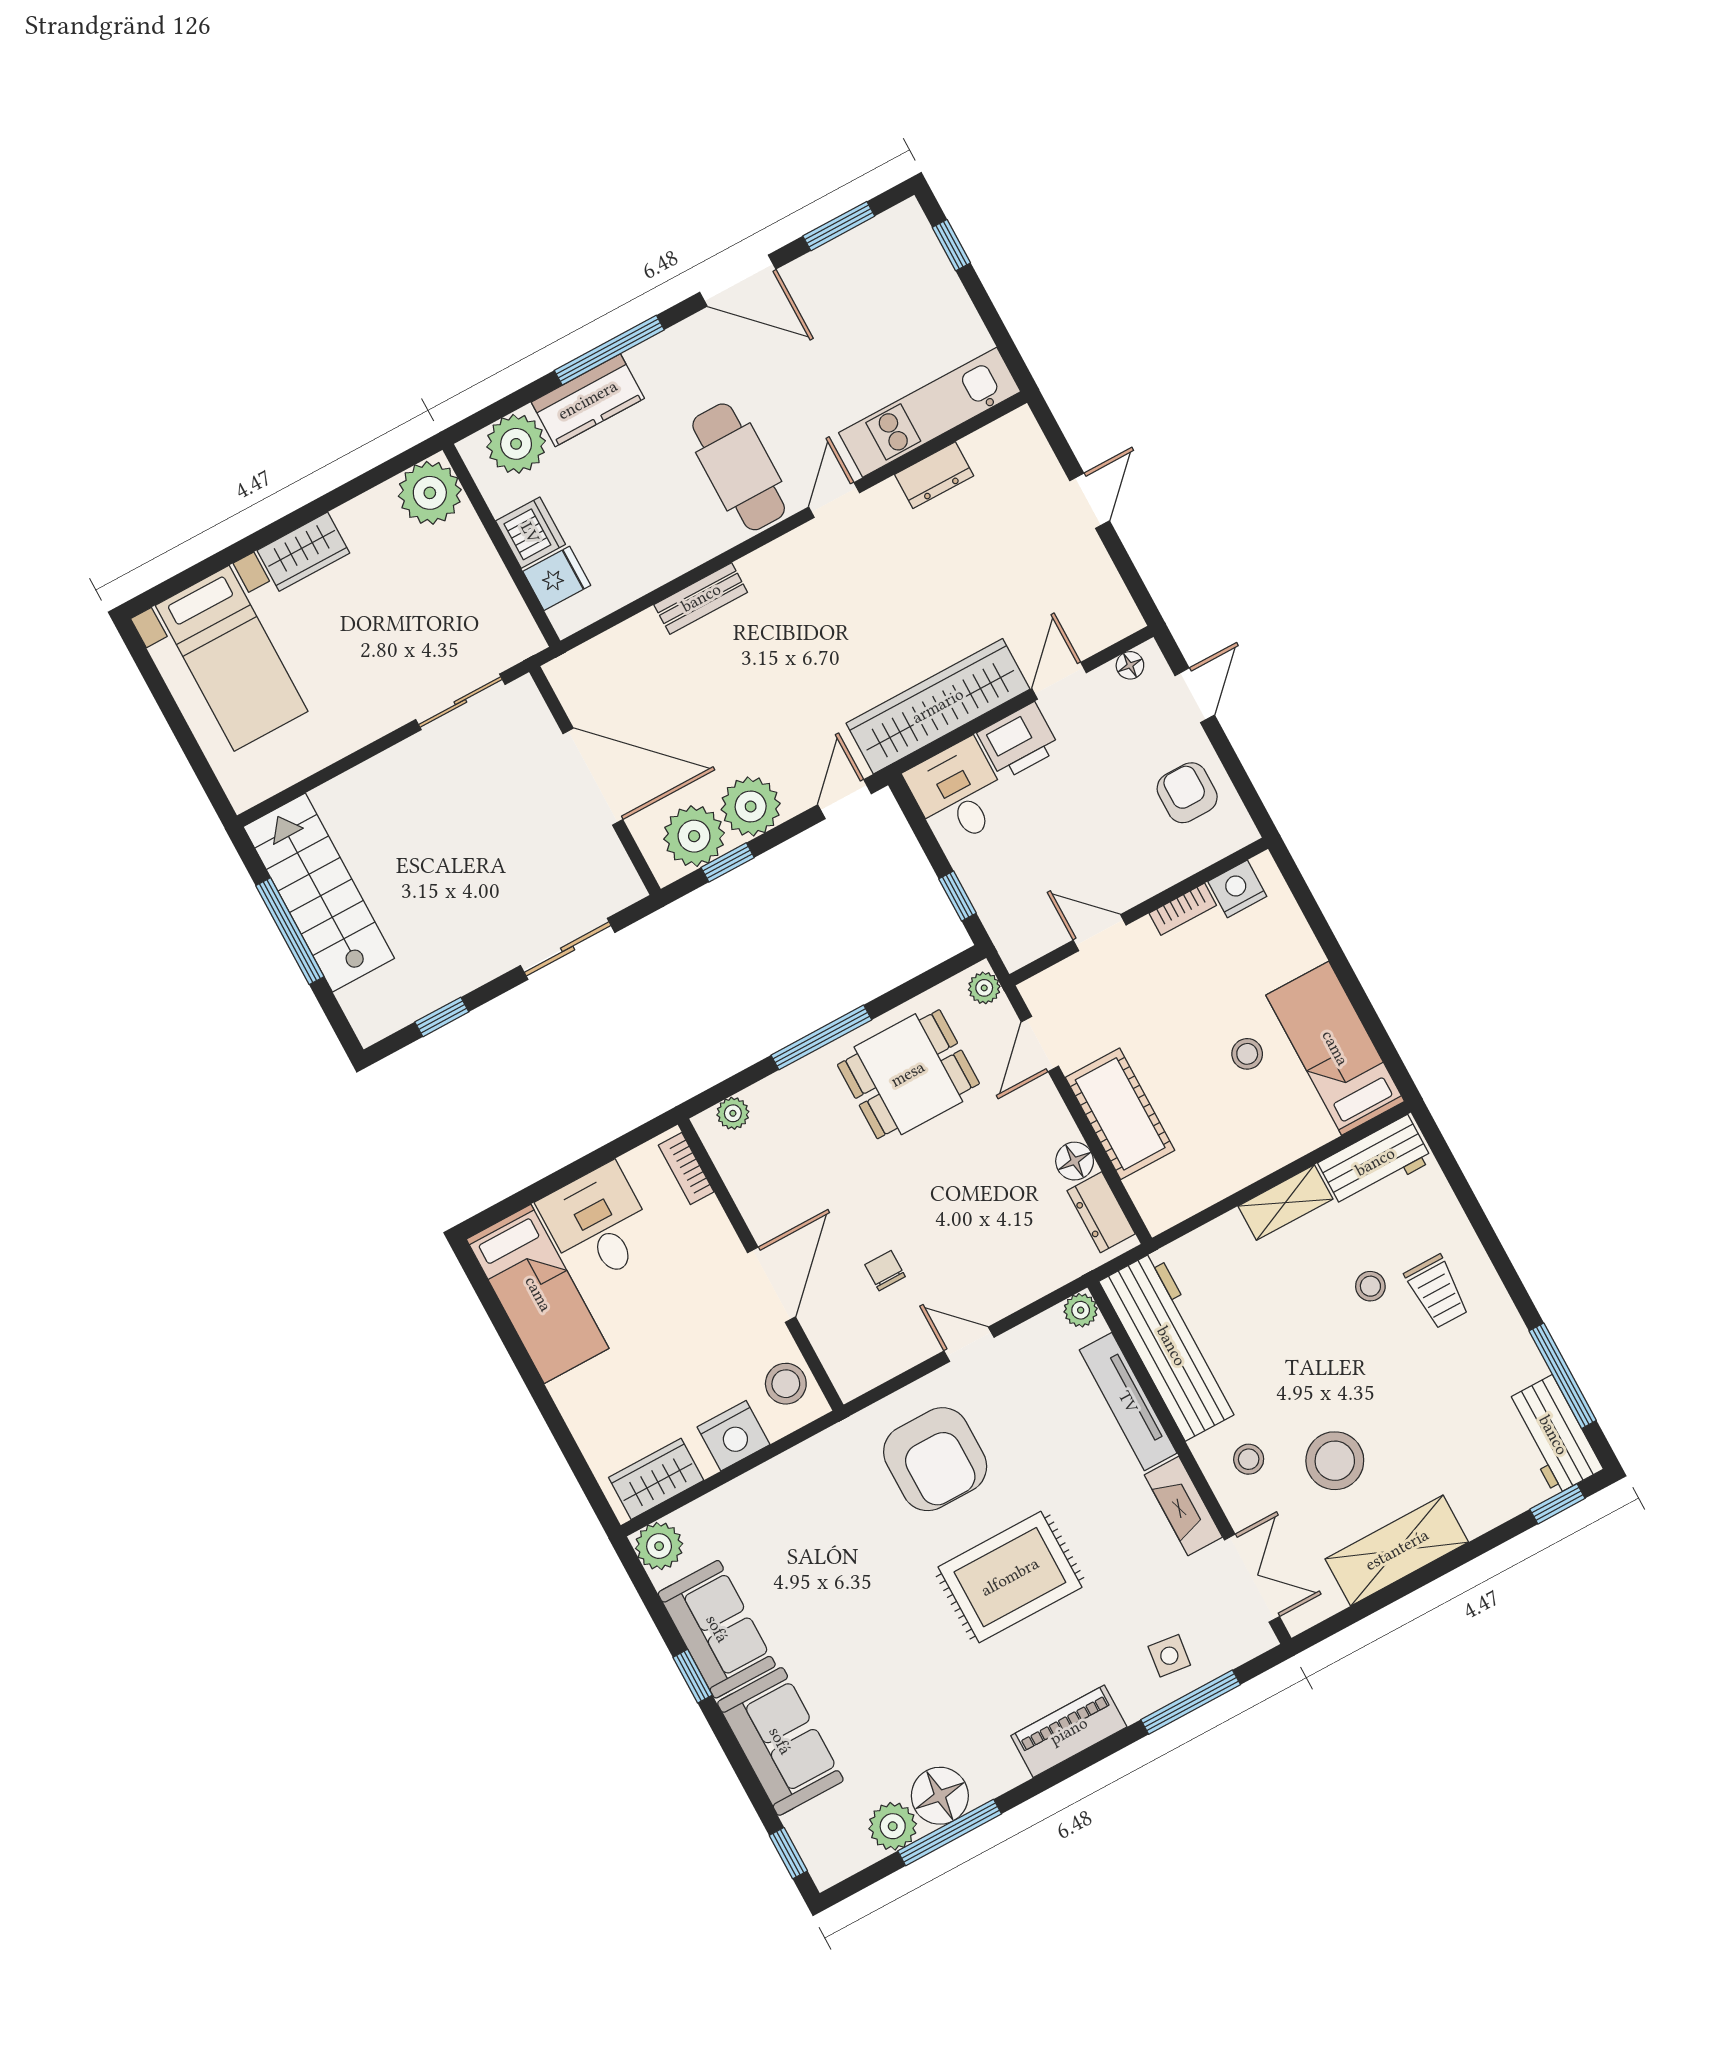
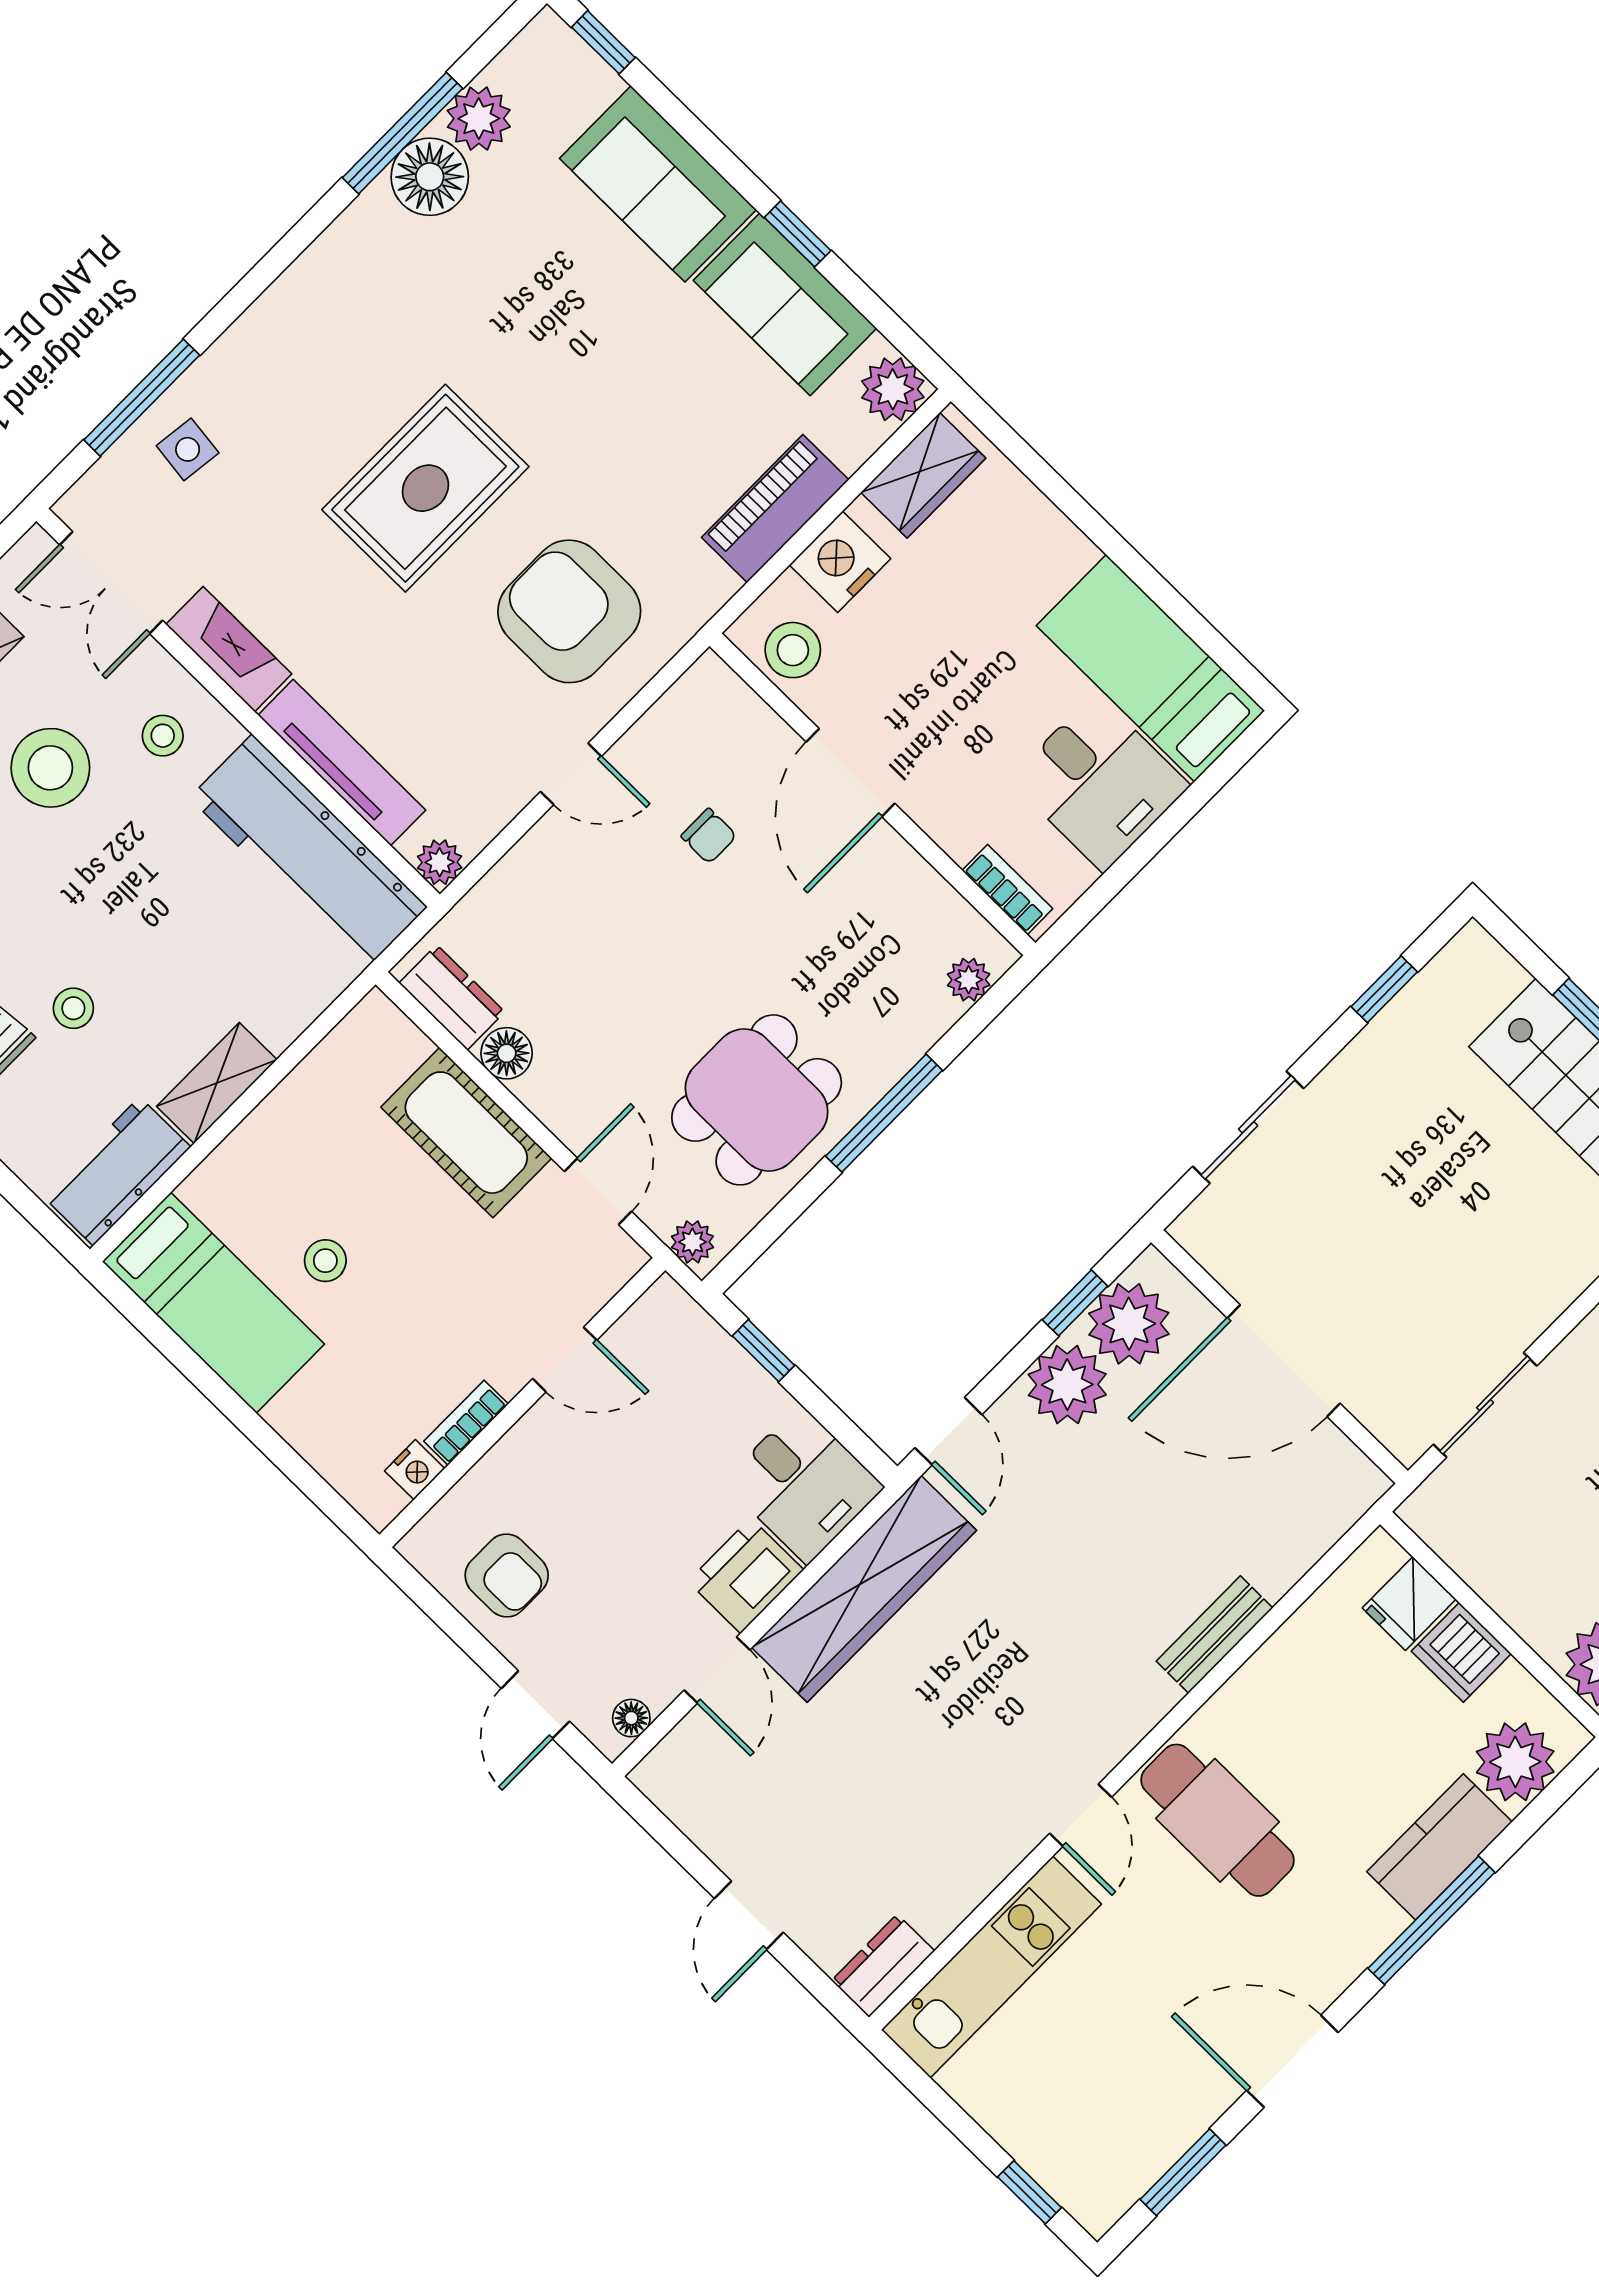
dresser: (934, 475) -> (883, 1966), moved
nightstand: (1237, 889) -> (415, 1470), width x0.72, depth x0.74
piano: (1069, 1731) -> (775, 509), moved, turned 180

